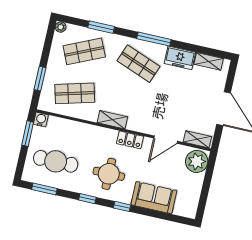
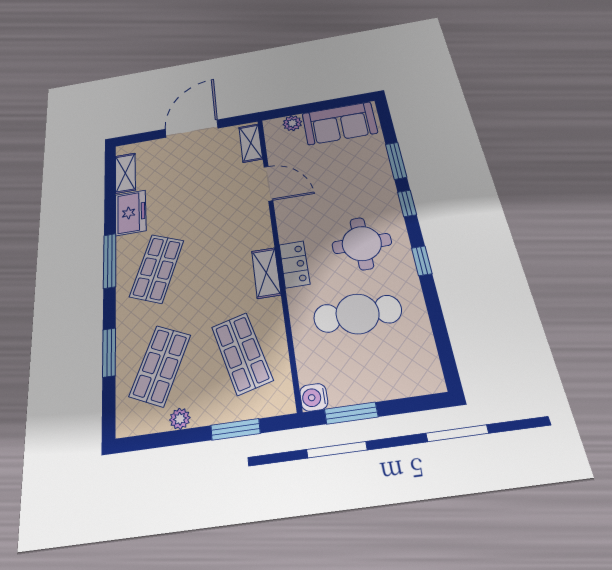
plant: (61, 27) -> (180, 419), moved
shop shelf: (84, 51) -> (160, 365), turned 48
locker: (130, 140) -> (294, 264), moved
cafe table: (56, 161) -> (357, 314), moved, turned 90
plant: (197, 161) -> (292, 123), width x0.53, depth x0.53
window: (44, 189) -> (396, 161), moved
sofa: (154, 198) -> (339, 123), moved, turned -90

